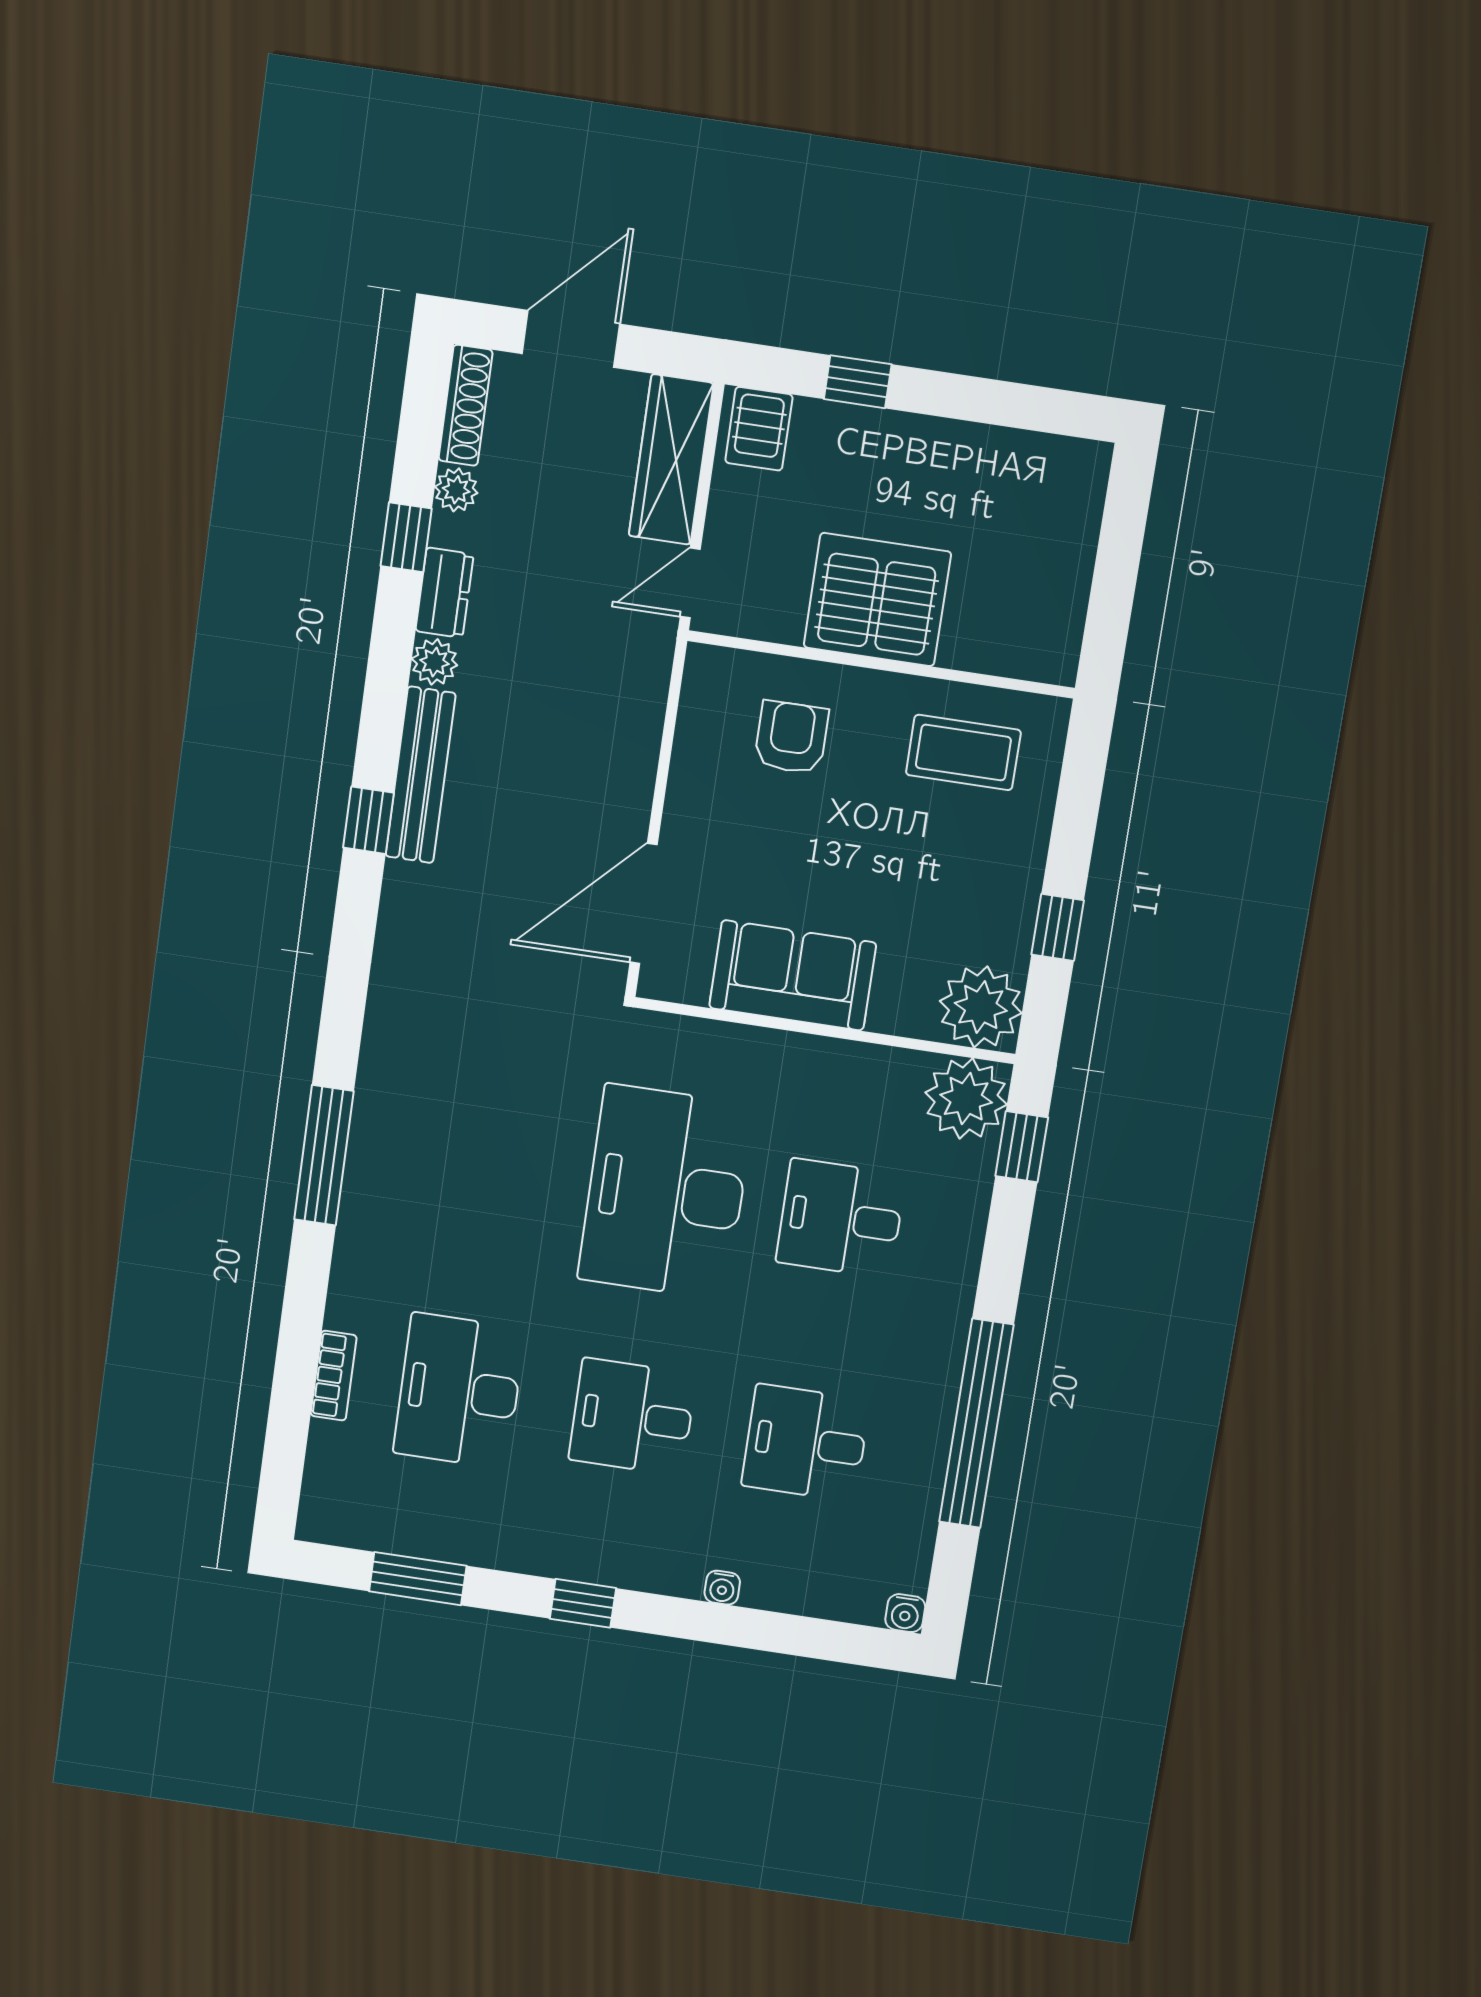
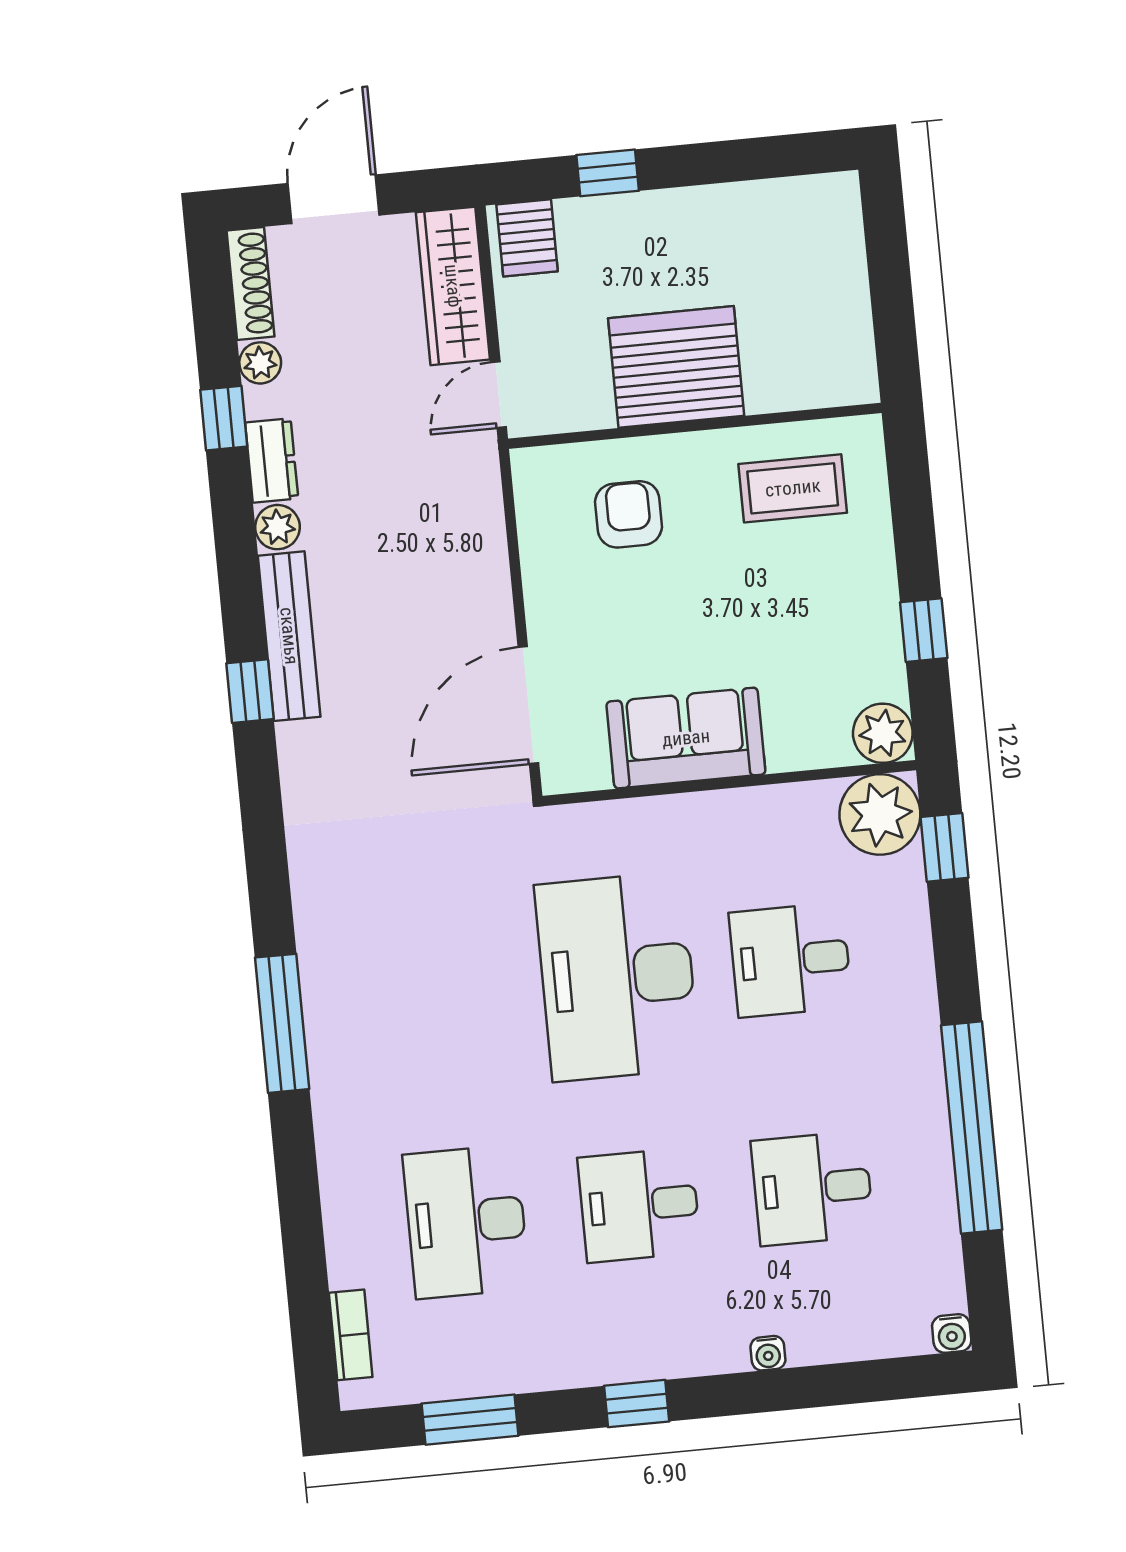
plant: (981, 1007) -> (883, 733), width x0.73, depth x0.73
bookcase: (334, 1376) -> (351, 1335), moved

